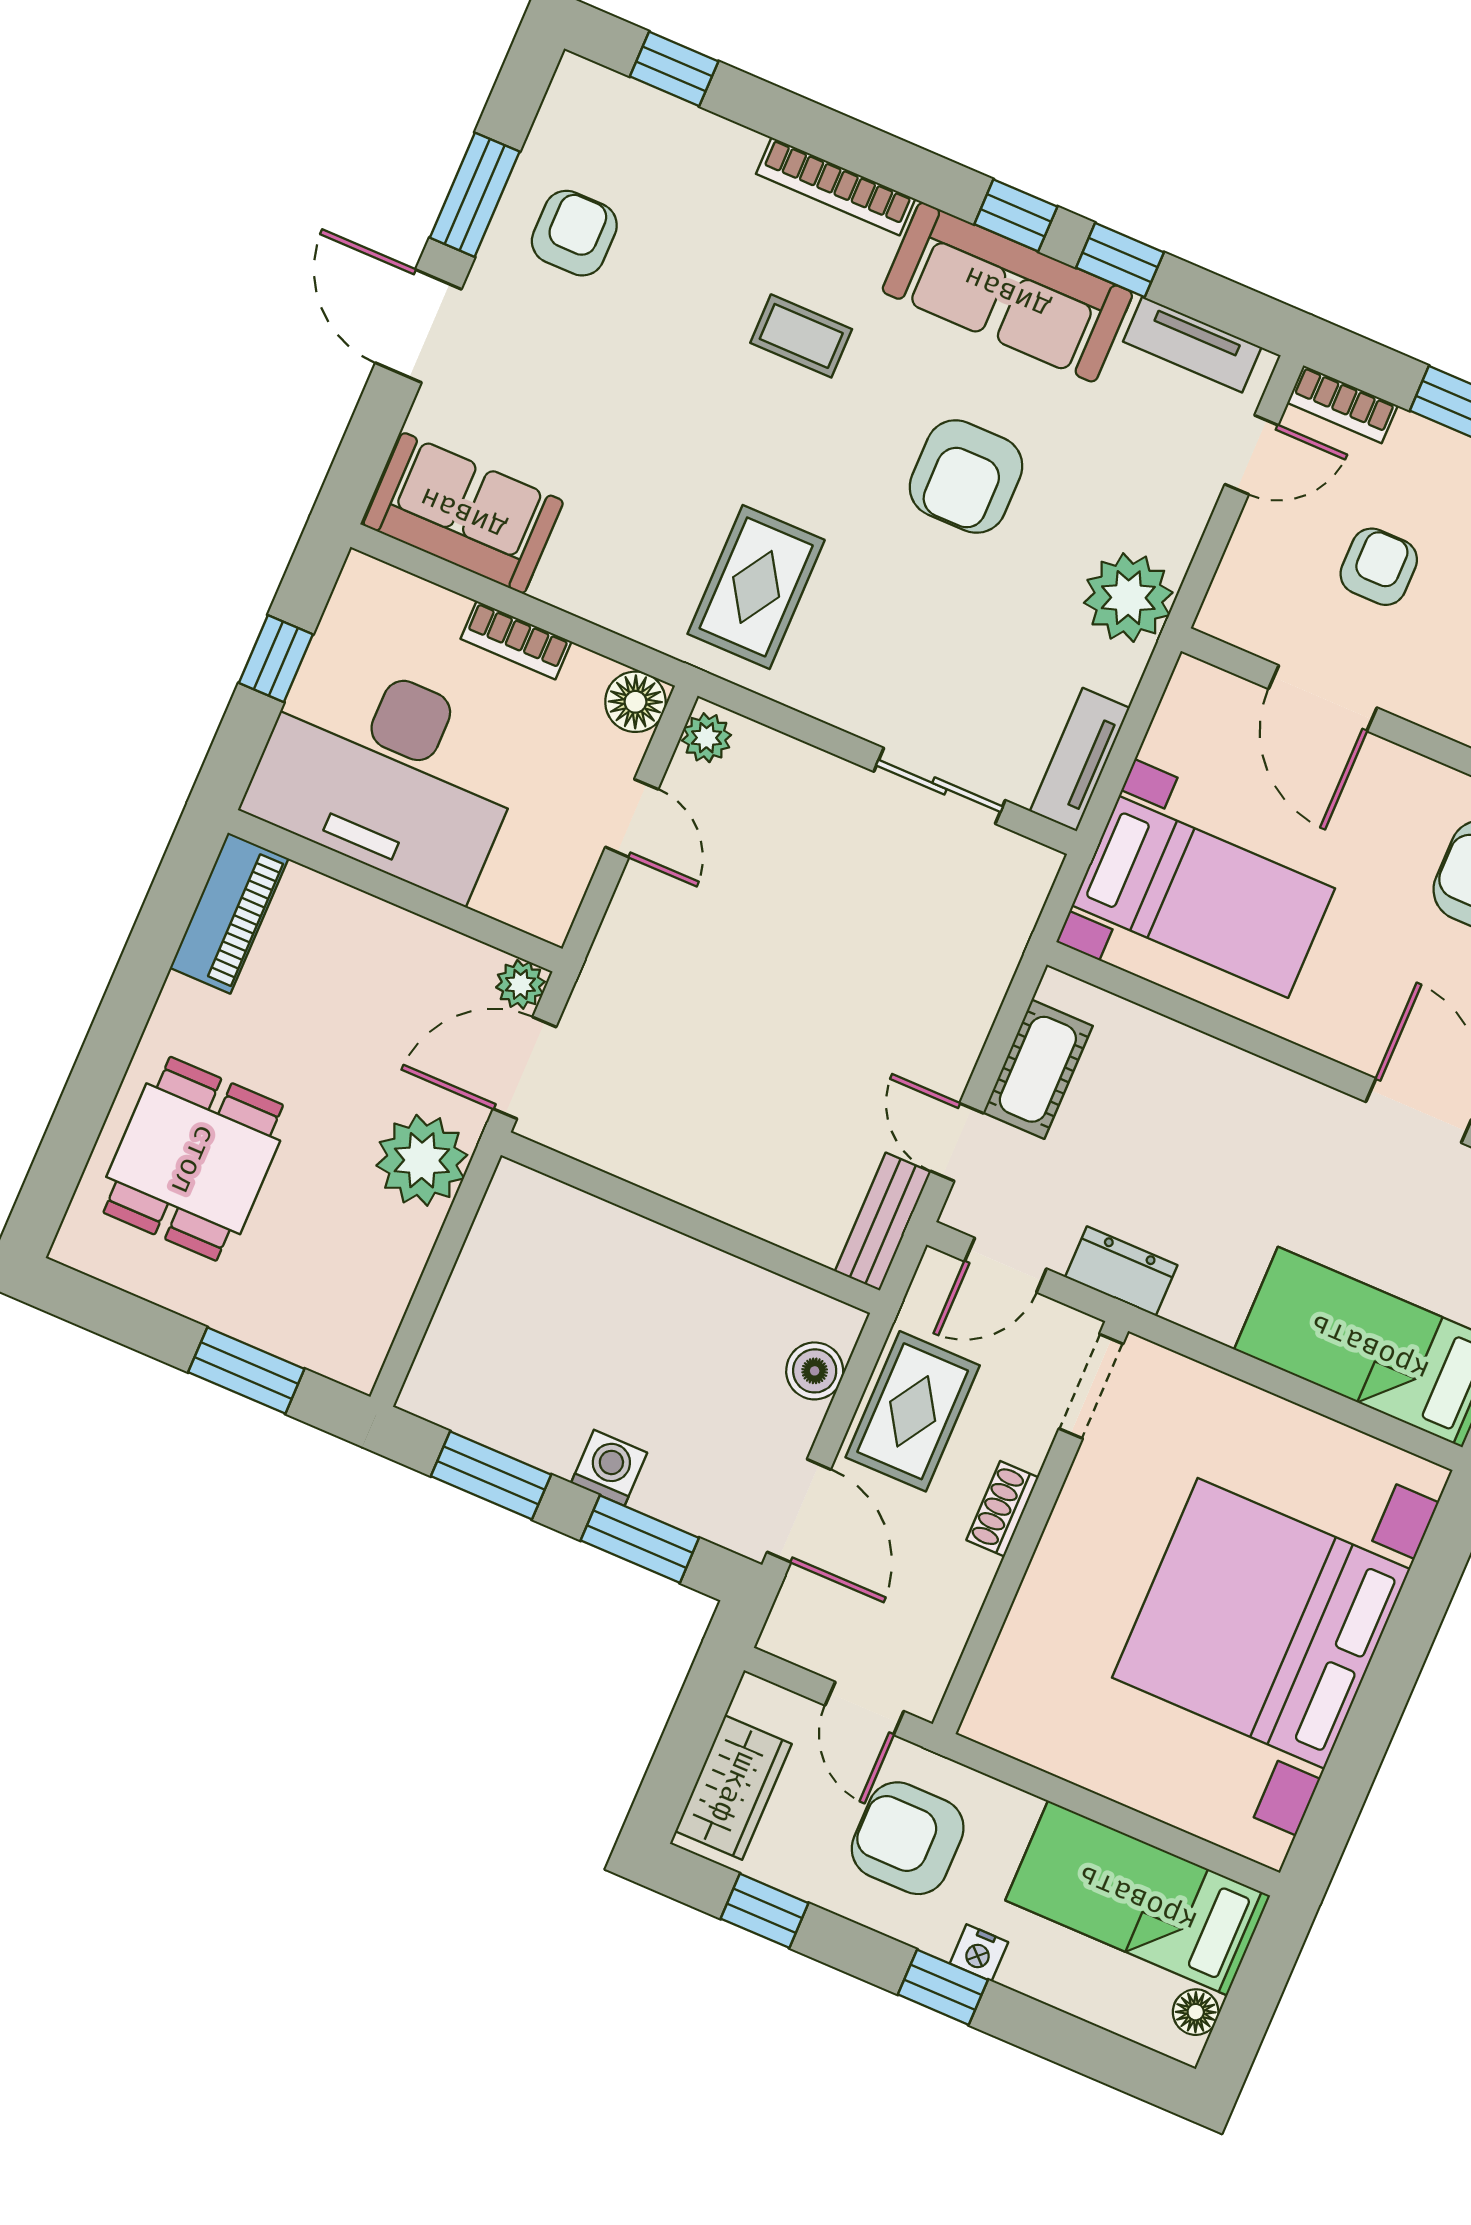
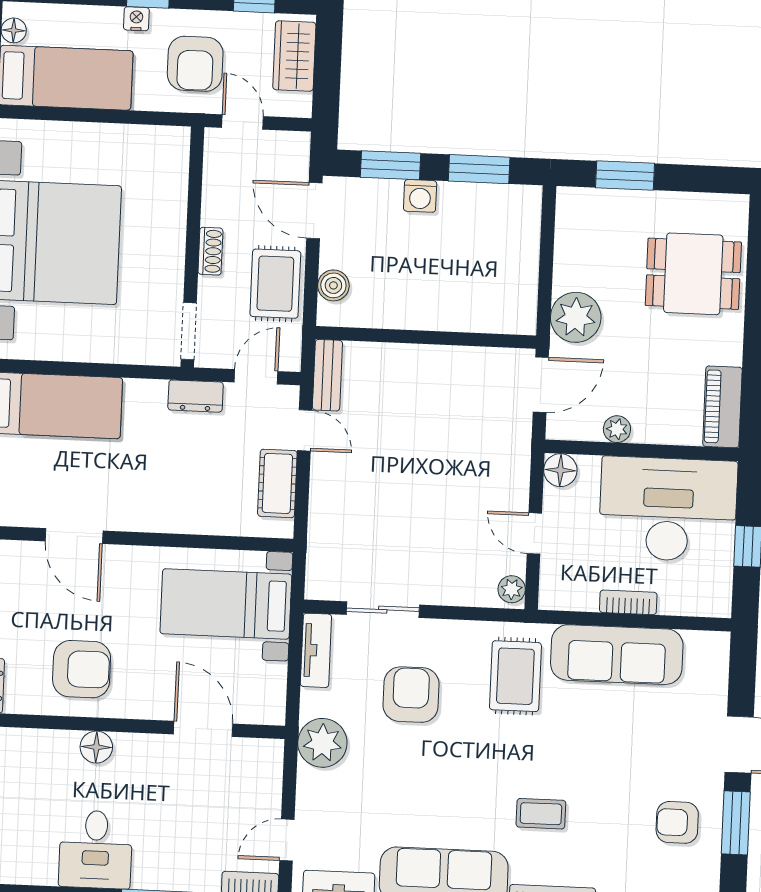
armchair: (574, 233) -> (677, 822), turned 90
armchair: (966, 477) -> (411, 695), moved
sofa: (463, 513) -> (617, 655), moved, width x1.36
armchair: (1379, 567) -> (200, 807), removed
floor lamp: (635, 702) -> (560, 470), moved
plant: (520, 984) -> (617, 429), moved
dining table: (193, 1159) -> (693, 274), turned 90
armchair: (908, 1838) -> (195, 64), turned 90

